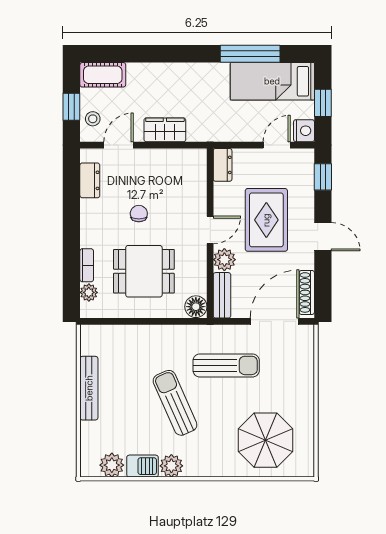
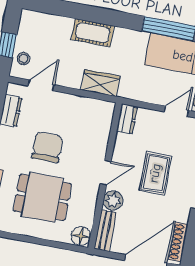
cot: (103, 75) -> (93, 33), moved
wardrobe: (165, 130) -> (100, 83), moved
chair: (139, 214) -> (47, 147), width x1.87, depth x1.87
rug: (266, 220) -> (155, 173), width x0.73, depth x0.70

